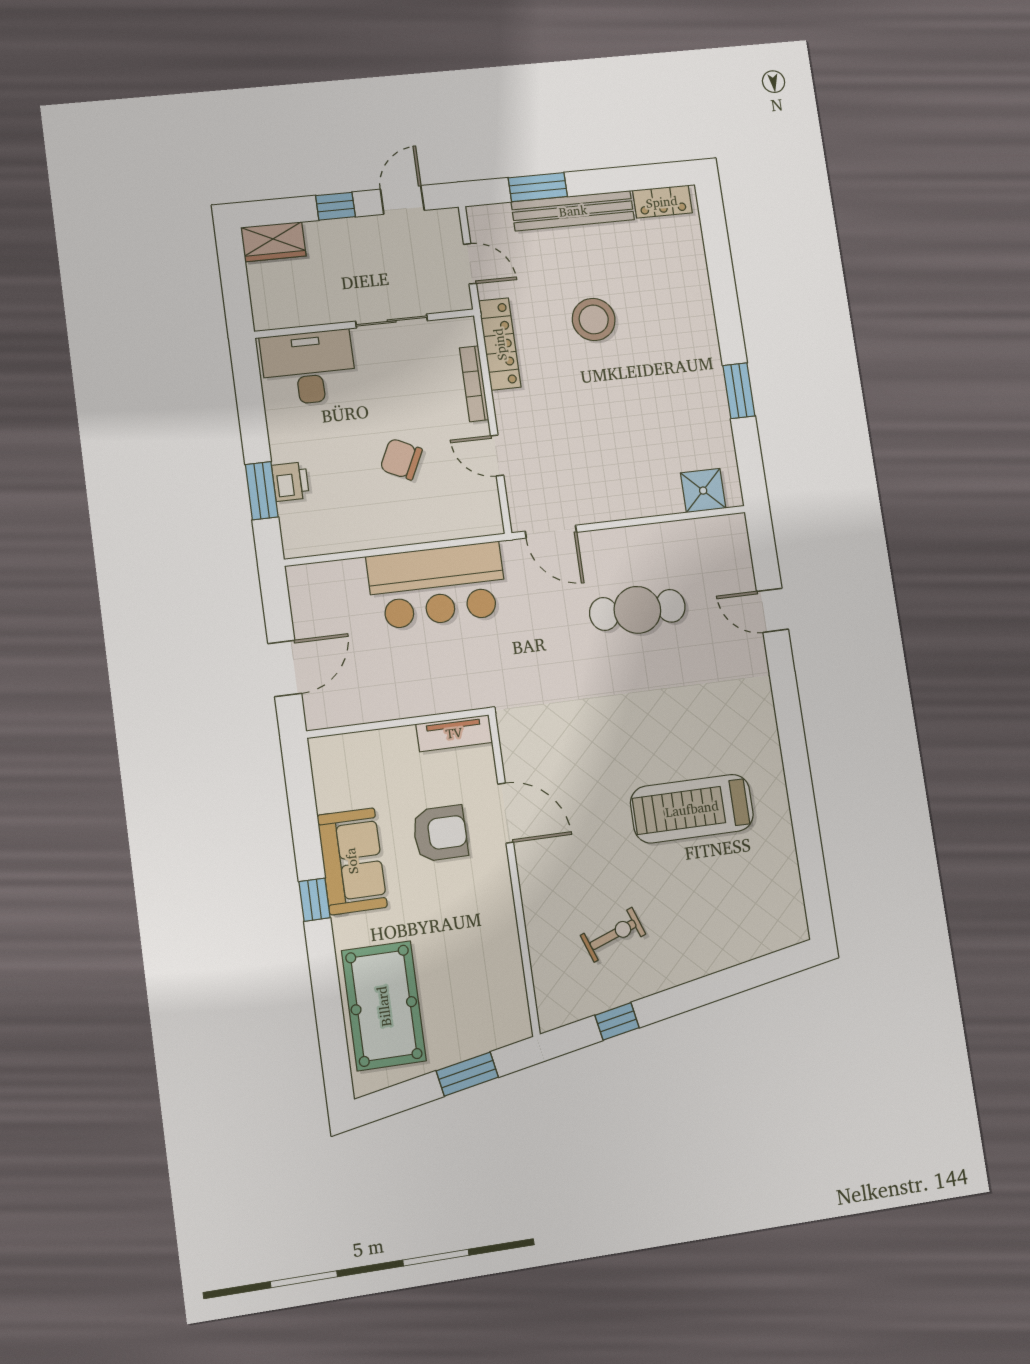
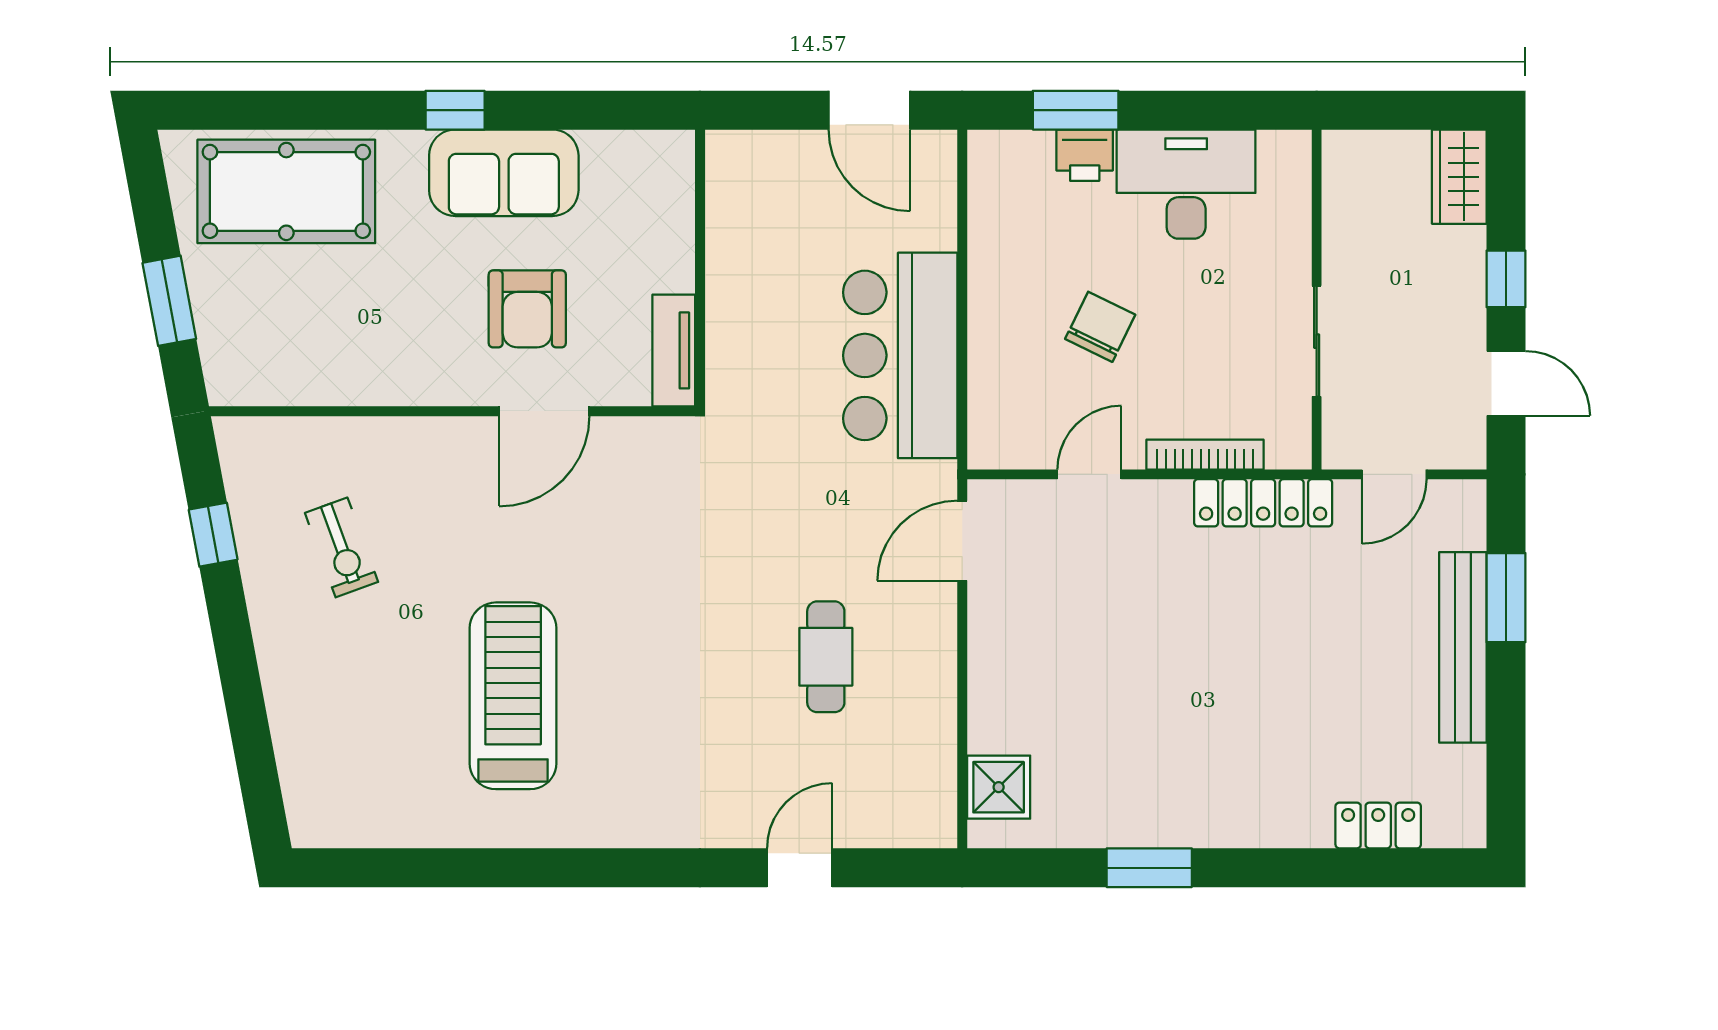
locker: (662, 202) -> (1378, 825), moved, turned 90
stool: (594, 319) -> (1286, 655), removed
desk: (308, 368) -> (1186, 184), moved, turned -90
cafe table: (637, 610) -> (826, 657), width x0.73, depth x0.74
door: (285, 668) -> (869, 110), moved

